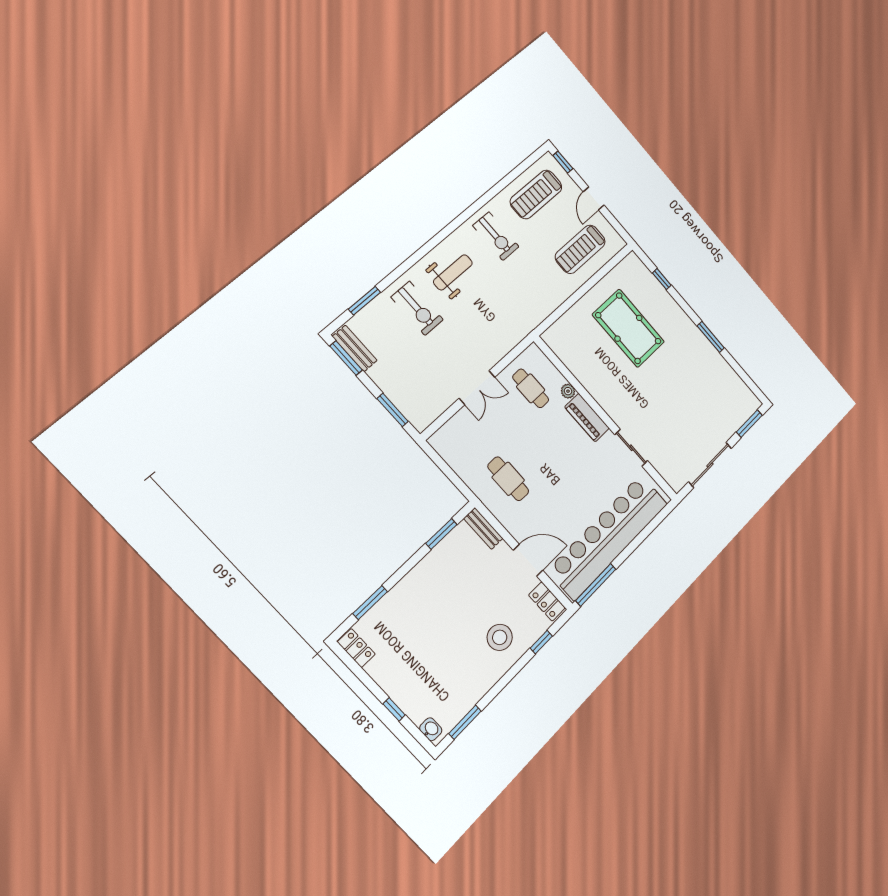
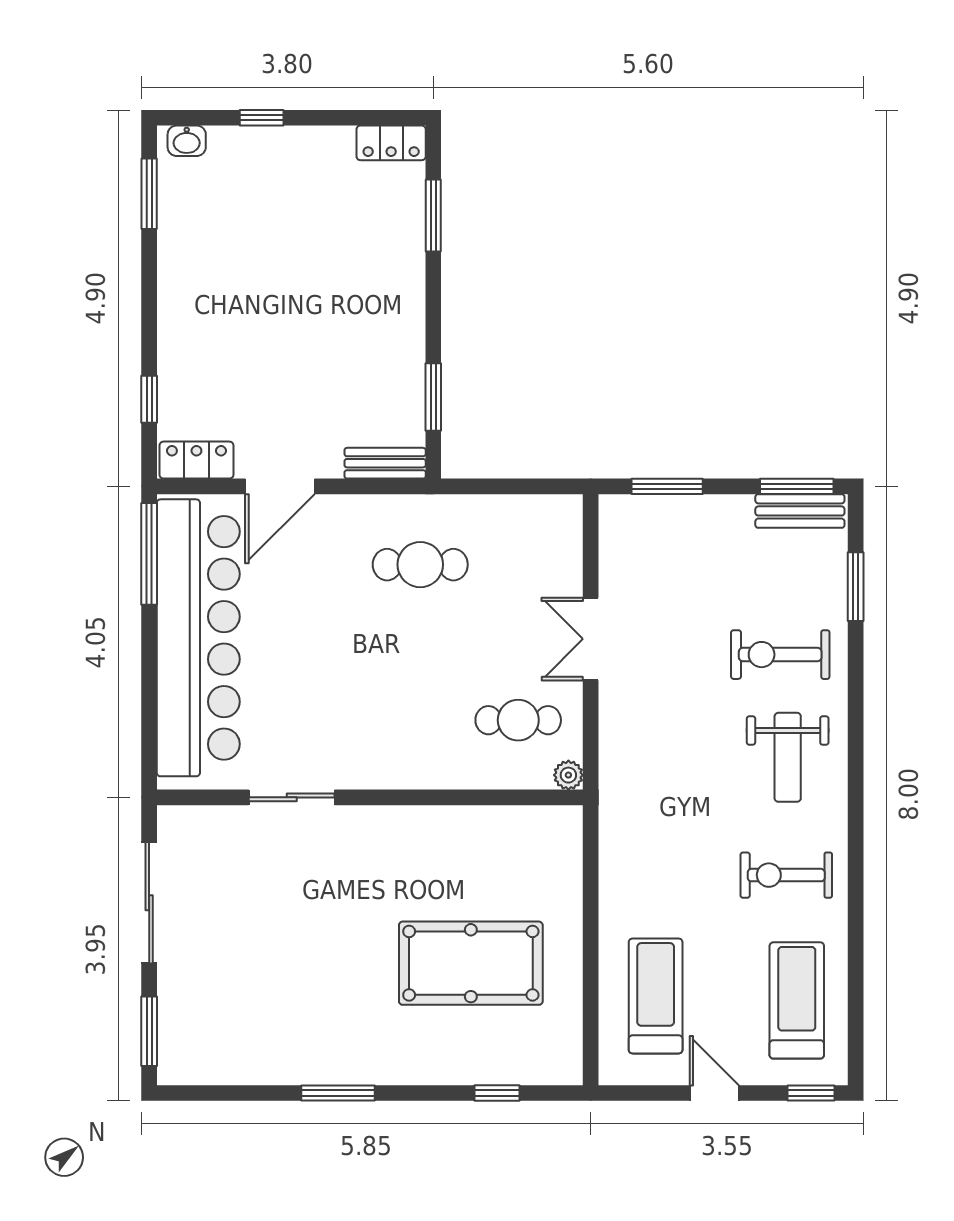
plant: (568, 391) -> (568, 775), moved
piano: (587, 418) -> (398, 769), removed
stool: (500, 637) -> (214, 347), removed

